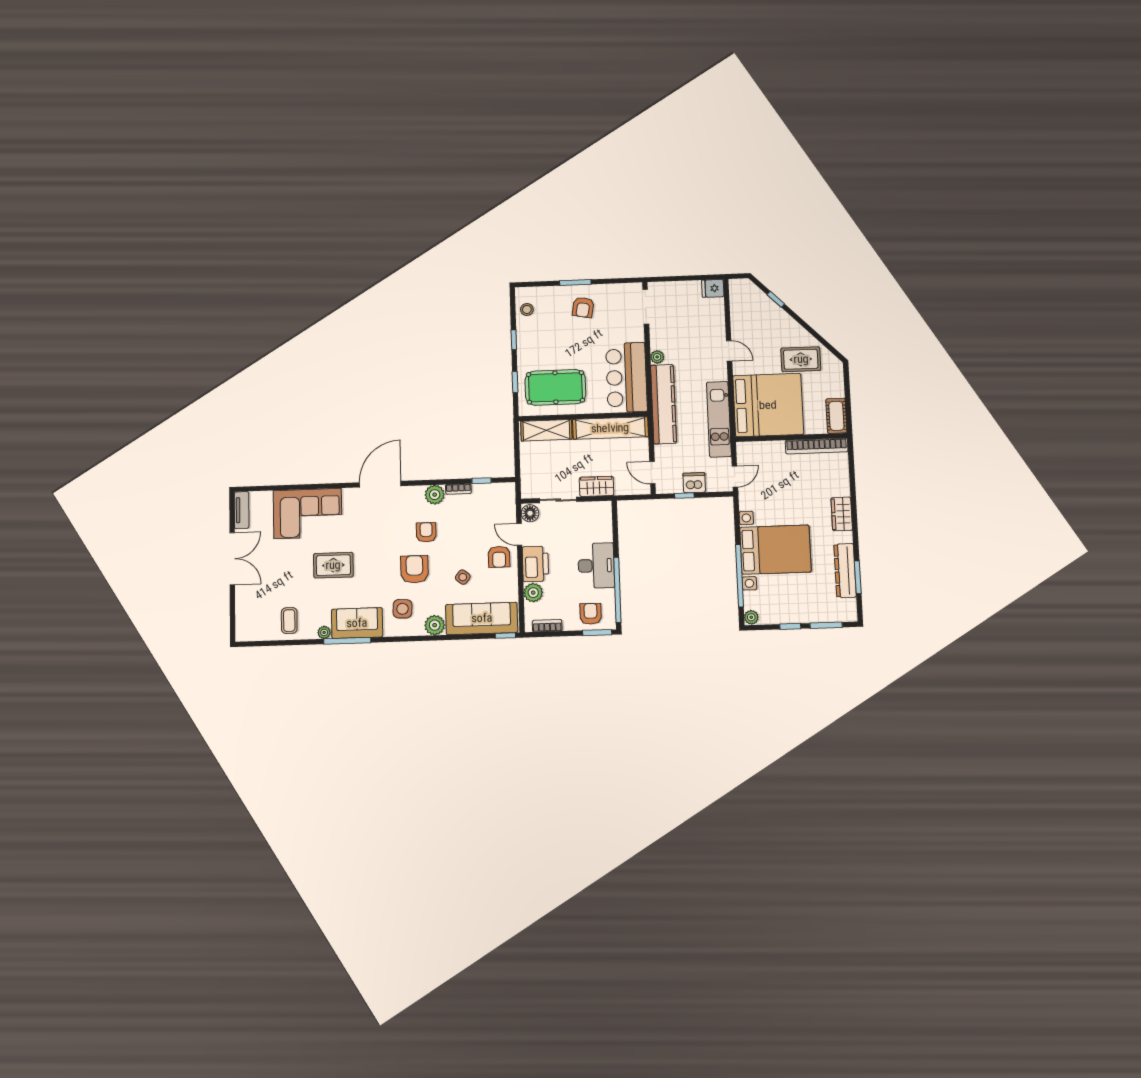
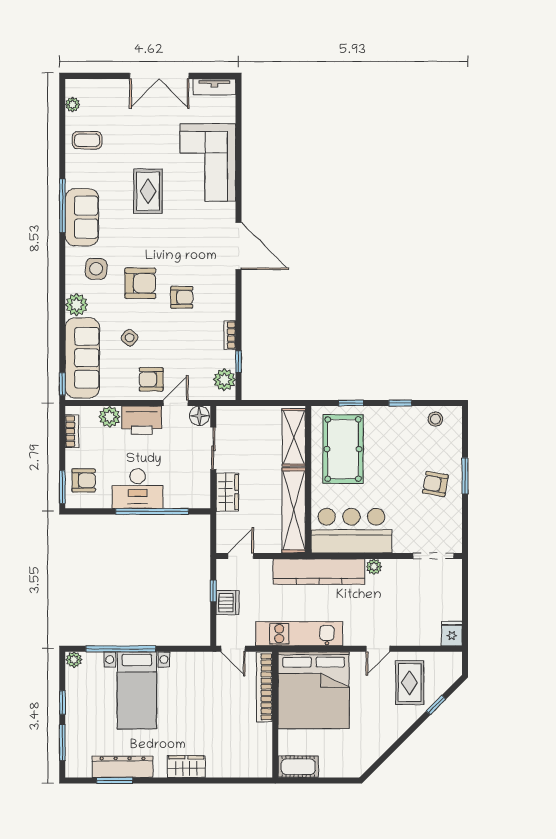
rug: (801, 359) -> (410, 683), moved
bookcase: (817, 446) -> (264, 687), moved
plant: (435, 495) -> (224, 380), moved
bed with nightstands: (775, 550) -> (137, 690), width x0.73
window: (617, 590) -> (152, 511), moved
plant: (324, 632) -> (72, 104), moved

